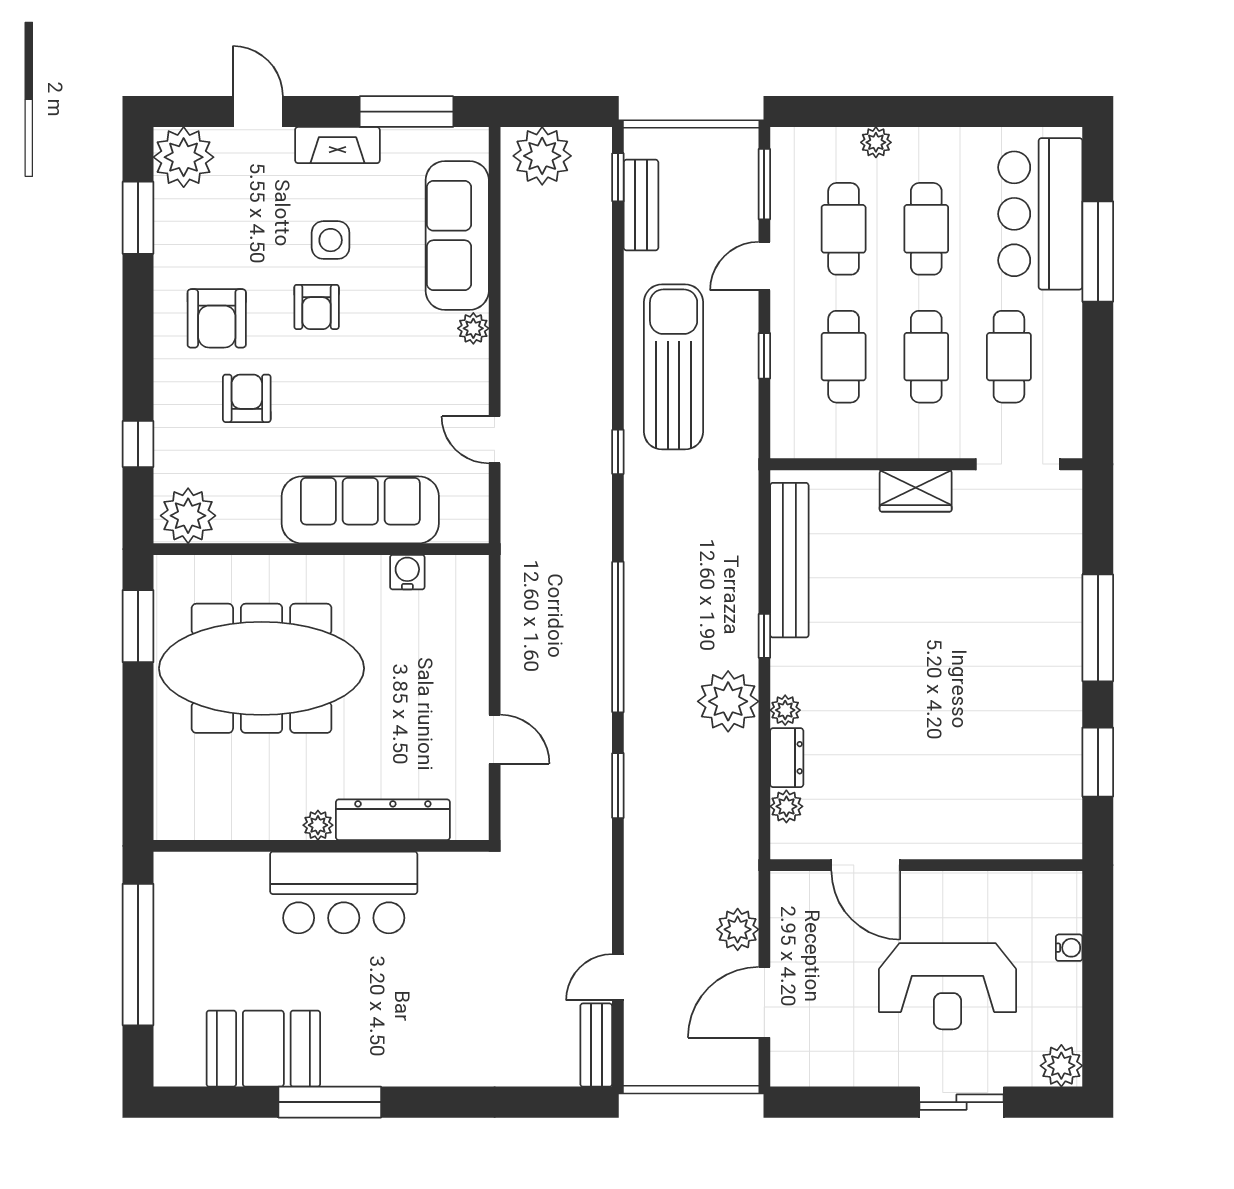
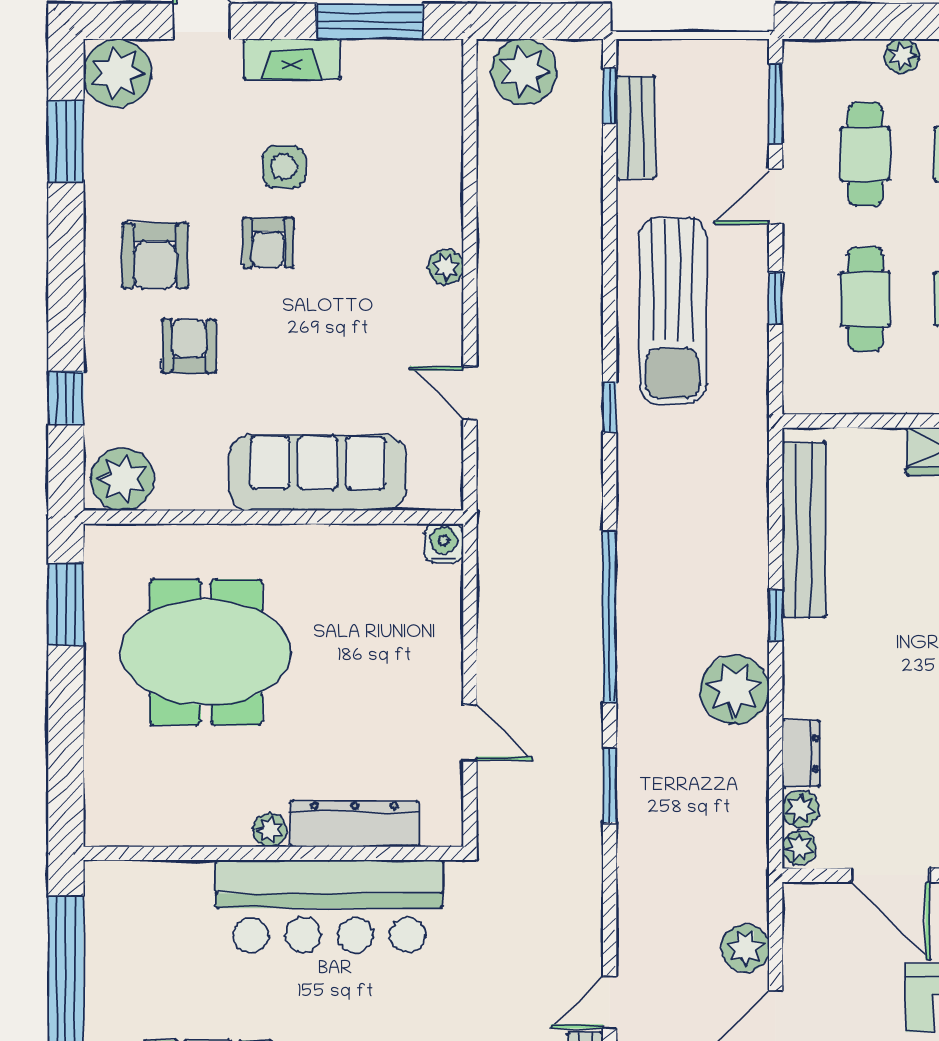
sofa: (457, 235) -> (427, 162), removed
sun lounger: (674, 367) -> (673, 311), turned 180
water cooler: (407, 572) -> (444, 543), moved
meeting table: (262, 668) -> (206, 652), width x0.73
plant: (785, 710) -> (799, 848), moved
bar counter: (344, 892) -> (329, 906), width x1.36

